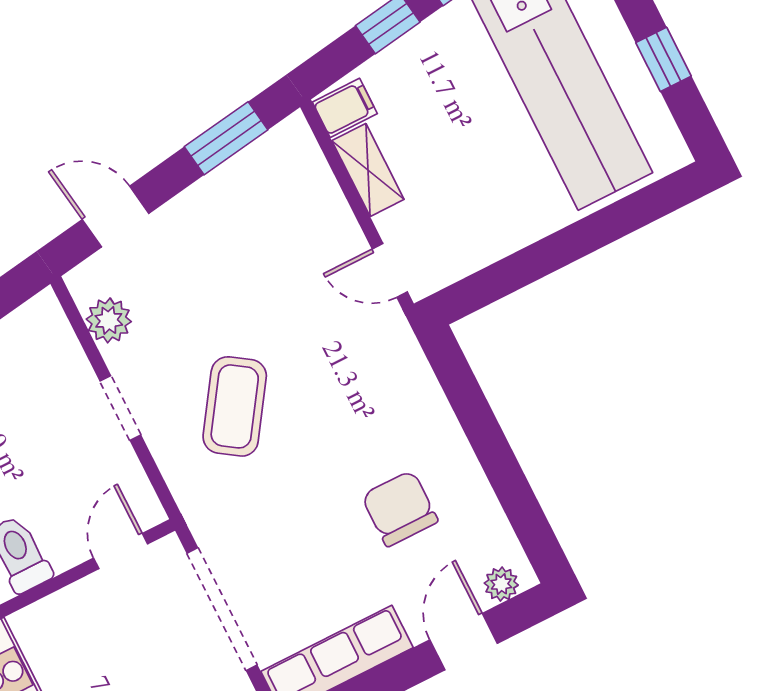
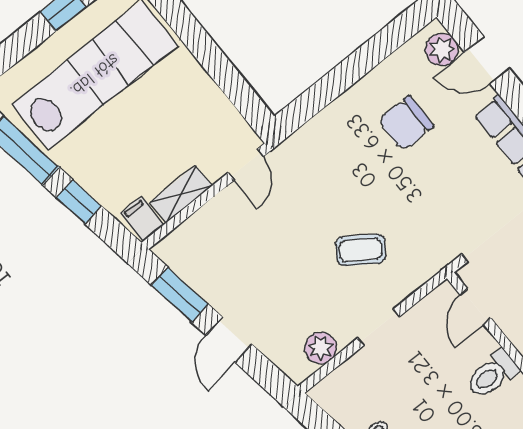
door: (116, 216) -> (229, 340), moved
coffee table: (235, 406) -> (361, 250), width x0.73, depth x0.77
door: (121, 551) -> (476, 306), hinge flipped
plant: (501, 584) -> (442, 50), width x1.38, depth x1.38

